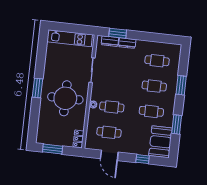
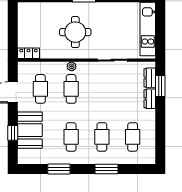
round table: (65, 98) -> (75, 32), width x0.73, depth x0.73
booth: (160, 142) -> (30, 130), moved, turned 90
window: (53, 149) -> (13, 24), removed

